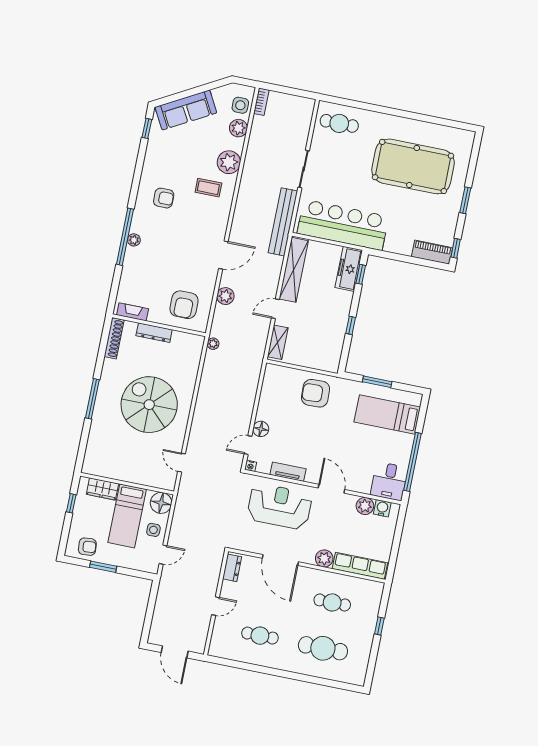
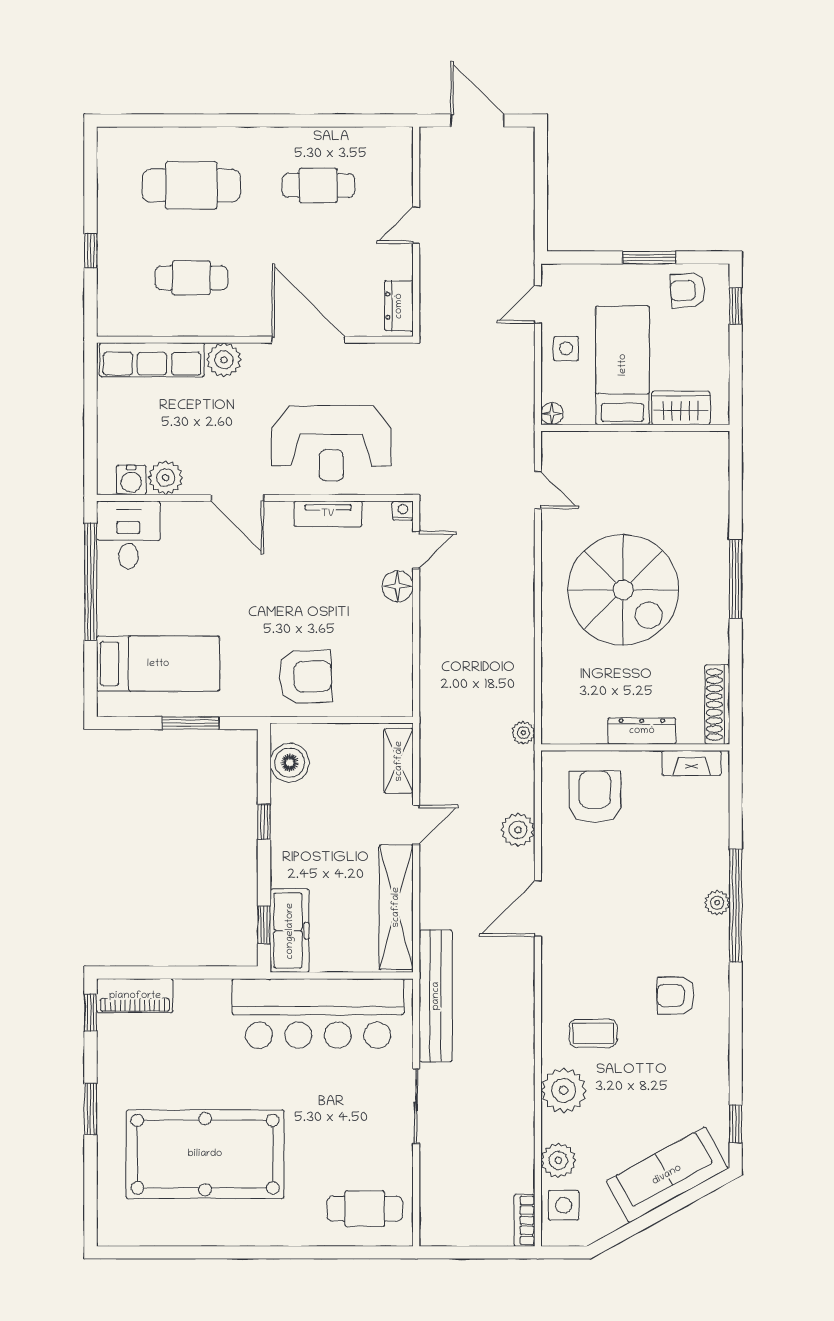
boiler: (332, 352) -> (290, 763), added
window: (71, 503) -> (736, 306), moved
floor lamp: (161, 503) -> (552, 414), width x0.53, depth x0.53

